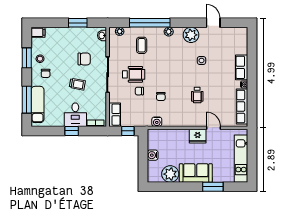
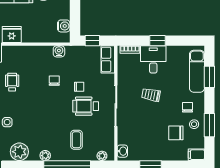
chair: (84, 59) -> (176, 133), moved
window: (27, 100) -> (209, 77), width x0.69
water cooler: (153, 155) -> (64, 26), moved

